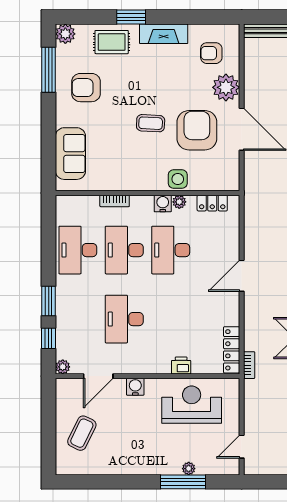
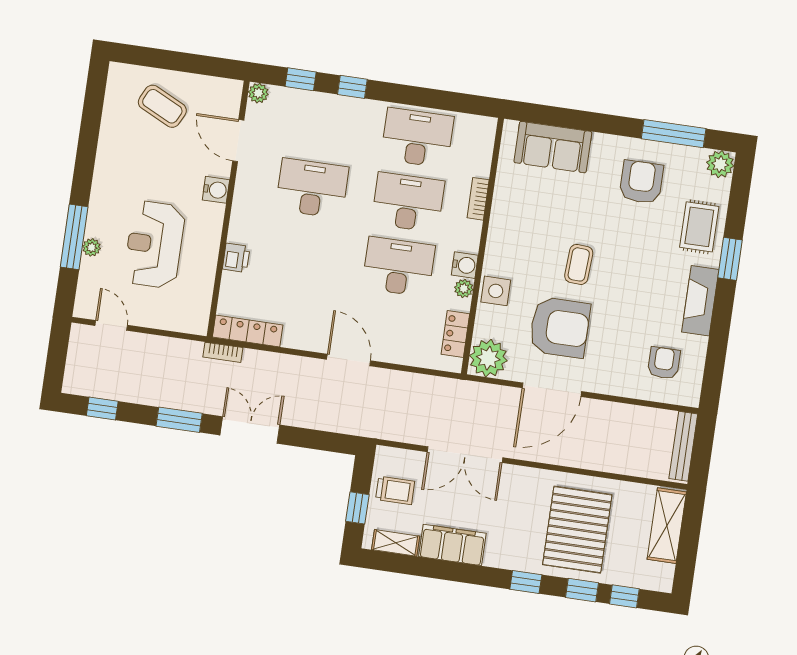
plant: (226, 87) -> (488, 358), moved
window: (49, 301) -> (352, 87), width x0.67
reception desk: (192, 405) -> (154, 244), moved, turned 180

